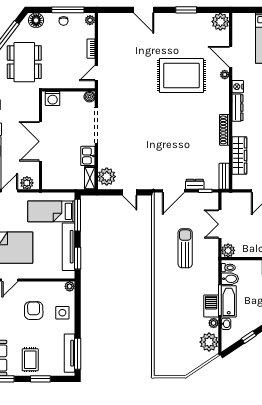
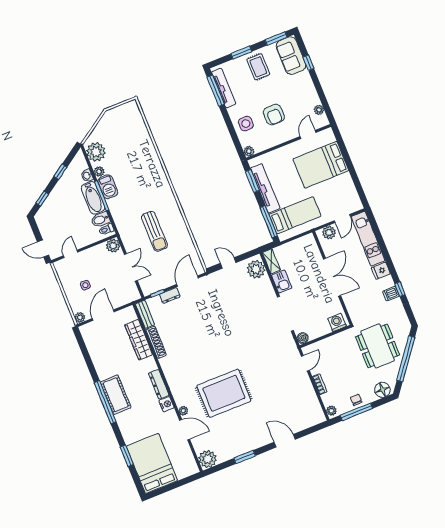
shoe rack: (224, 130) -> (156, 342), moved

